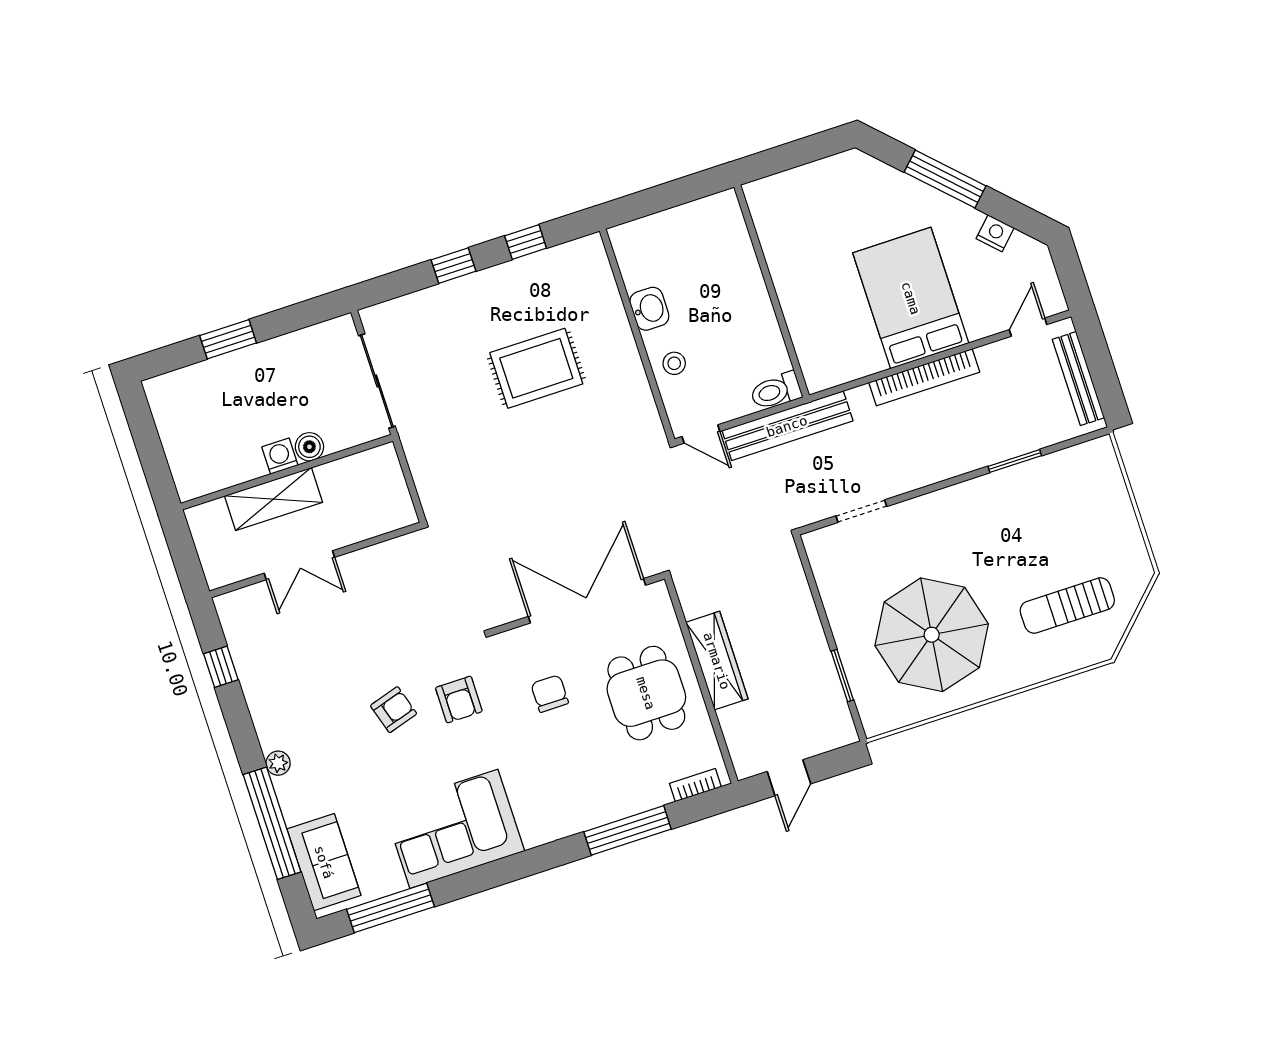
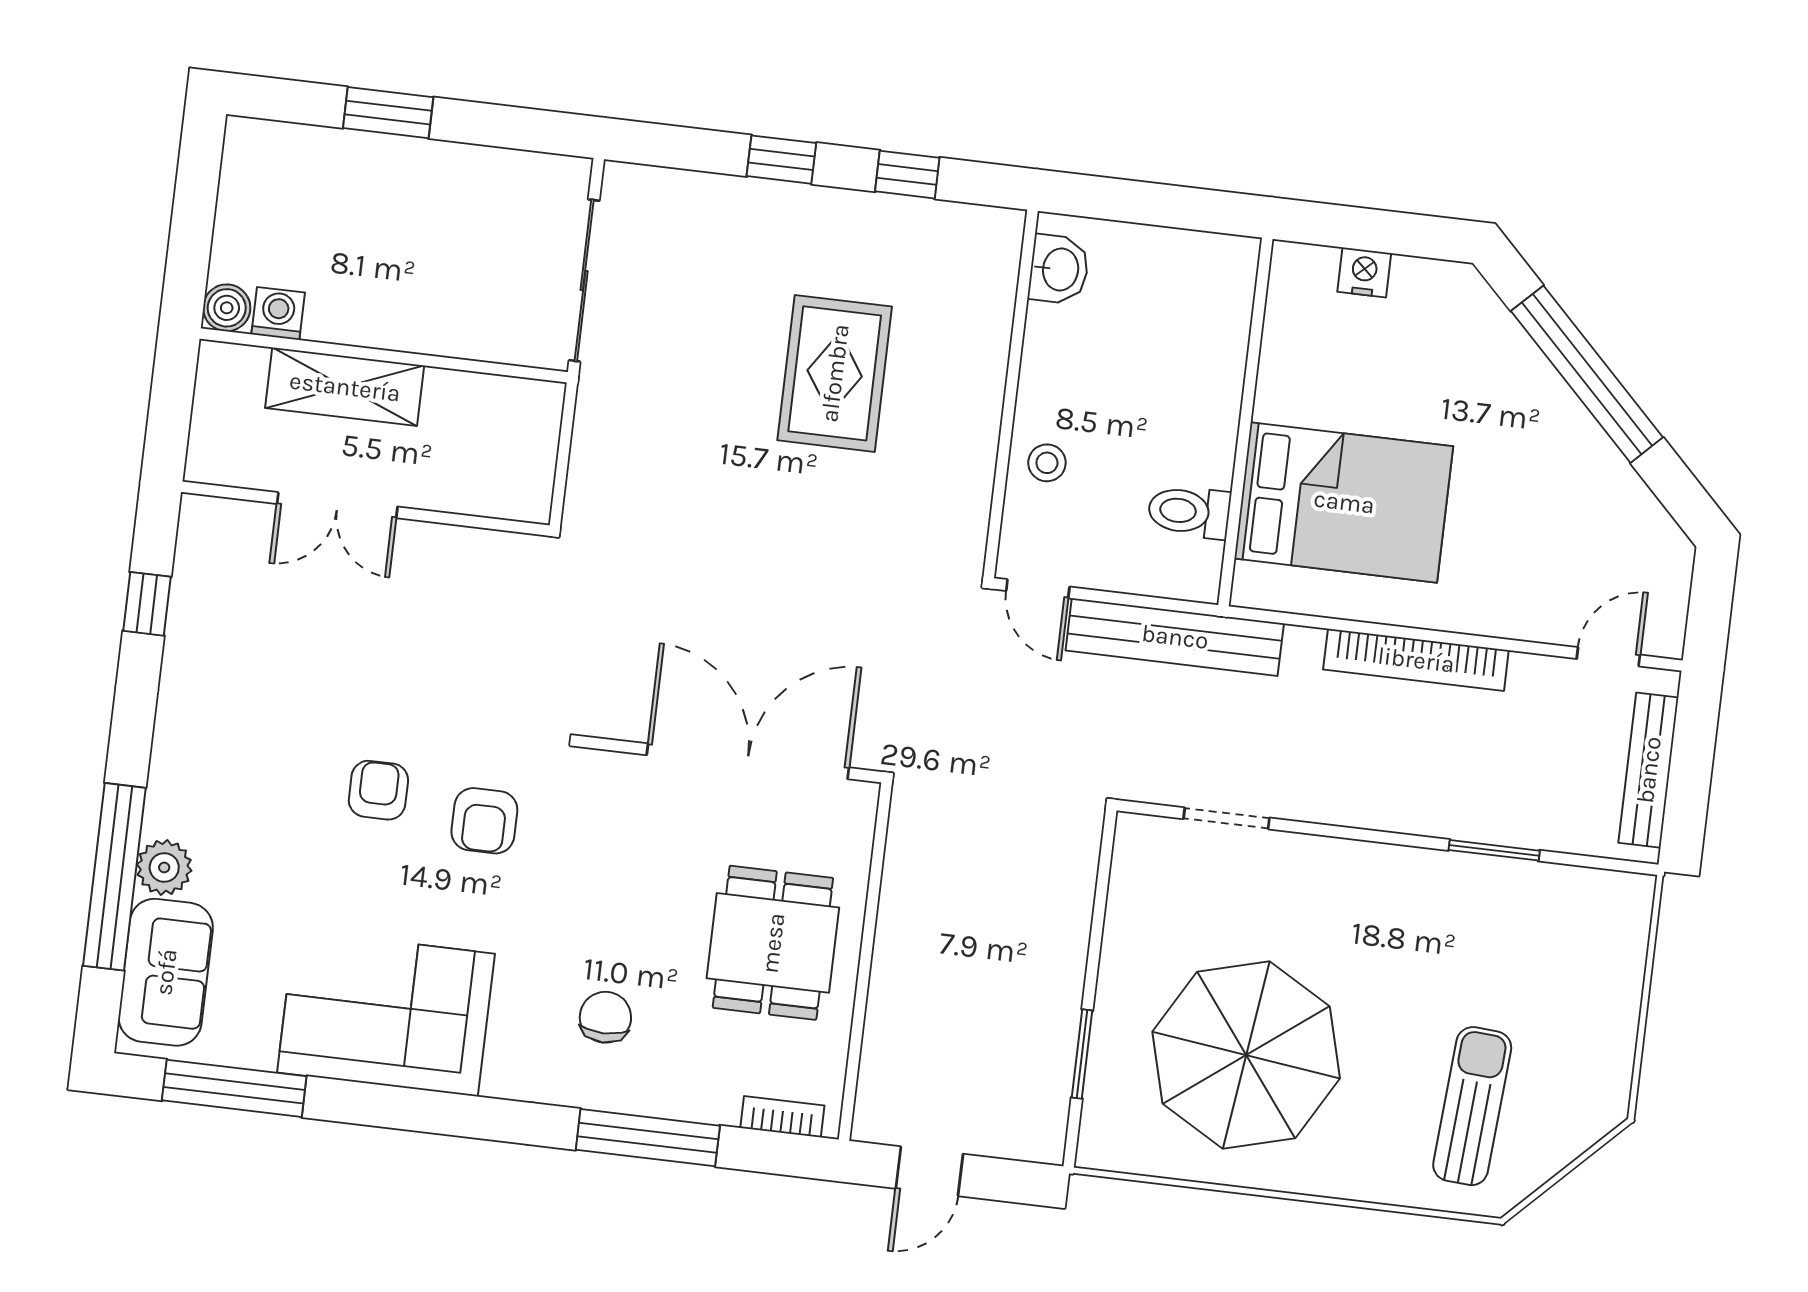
window: (945, 179) -> (1587, 374), width x1.46
nightstand: (995, 233) -> (1364, 272), moved, turned -45
bed: (911, 298) -> (1344, 502), moved, turned 90
washbasin: (649, 309) -> (1059, 269), moved
rug: (536, 368) -> (835, 373), turned 90
toilet: (776, 391) -> (1189, 512), moved
boiler: (309, 447) -> (227, 308), moved
washing machine: (280, 456) -> (278, 313), moved
sun lounger: (1067, 605) -> (1472, 1106), turned 94
wardrobe: (717, 661) -> (903, 943), removed
chair: (550, 694) -> (605, 1017), moved
armchair: (394, 710) -> (378, 790), turned -73
plant: (278, 763) -> (164, 867), moved, width x1.38, depth x1.38

